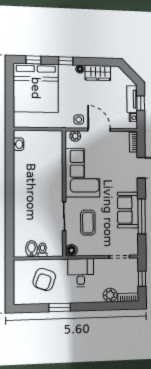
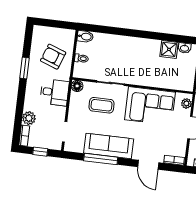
shower: (22, 160) -> (169, 49), added
sofa: (128, 210) -> (109, 146), width x1.36
bidet: (32, 249) -> (85, 36), moved

